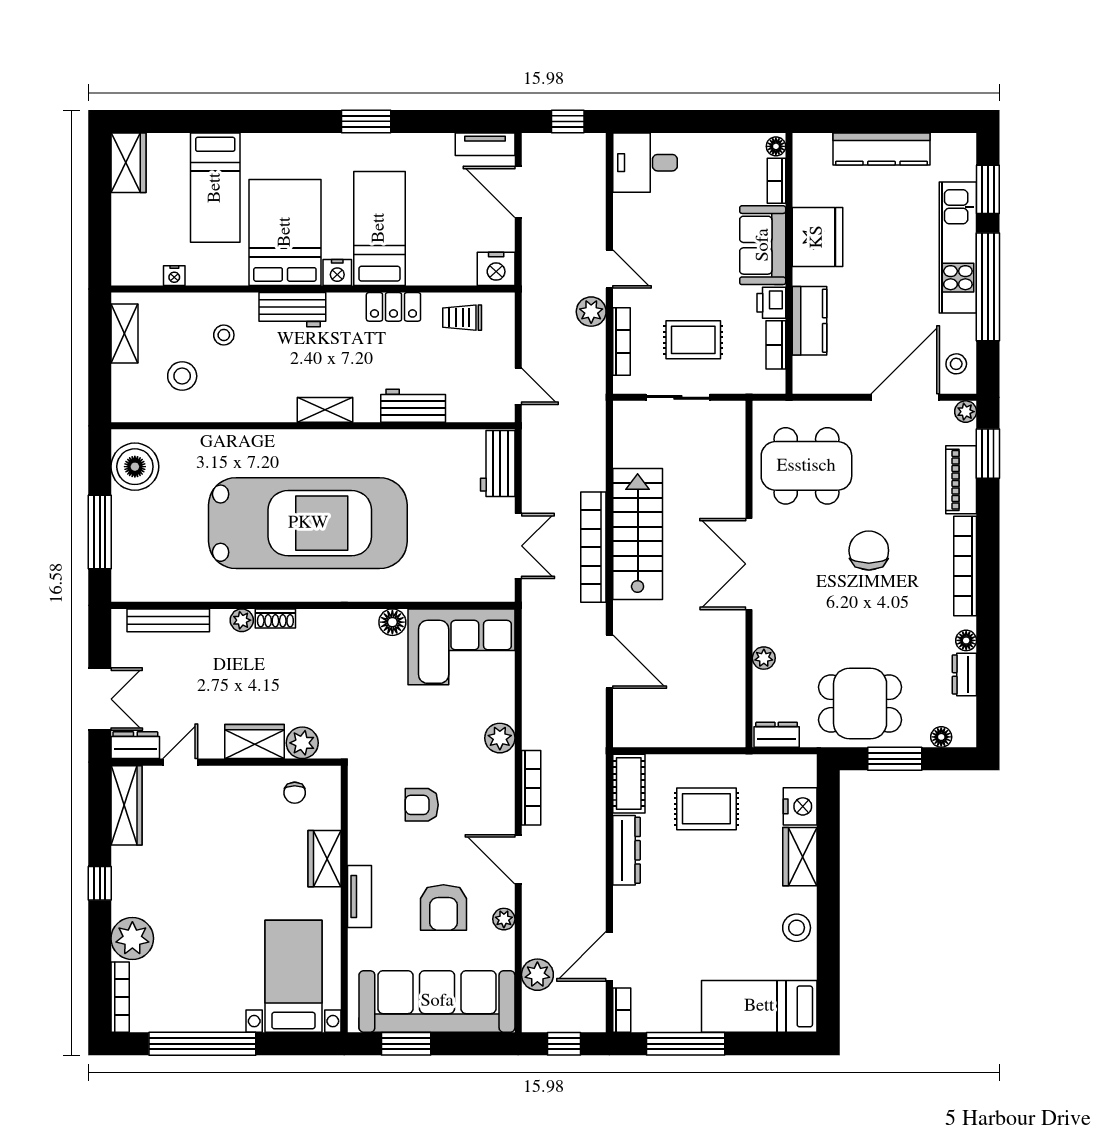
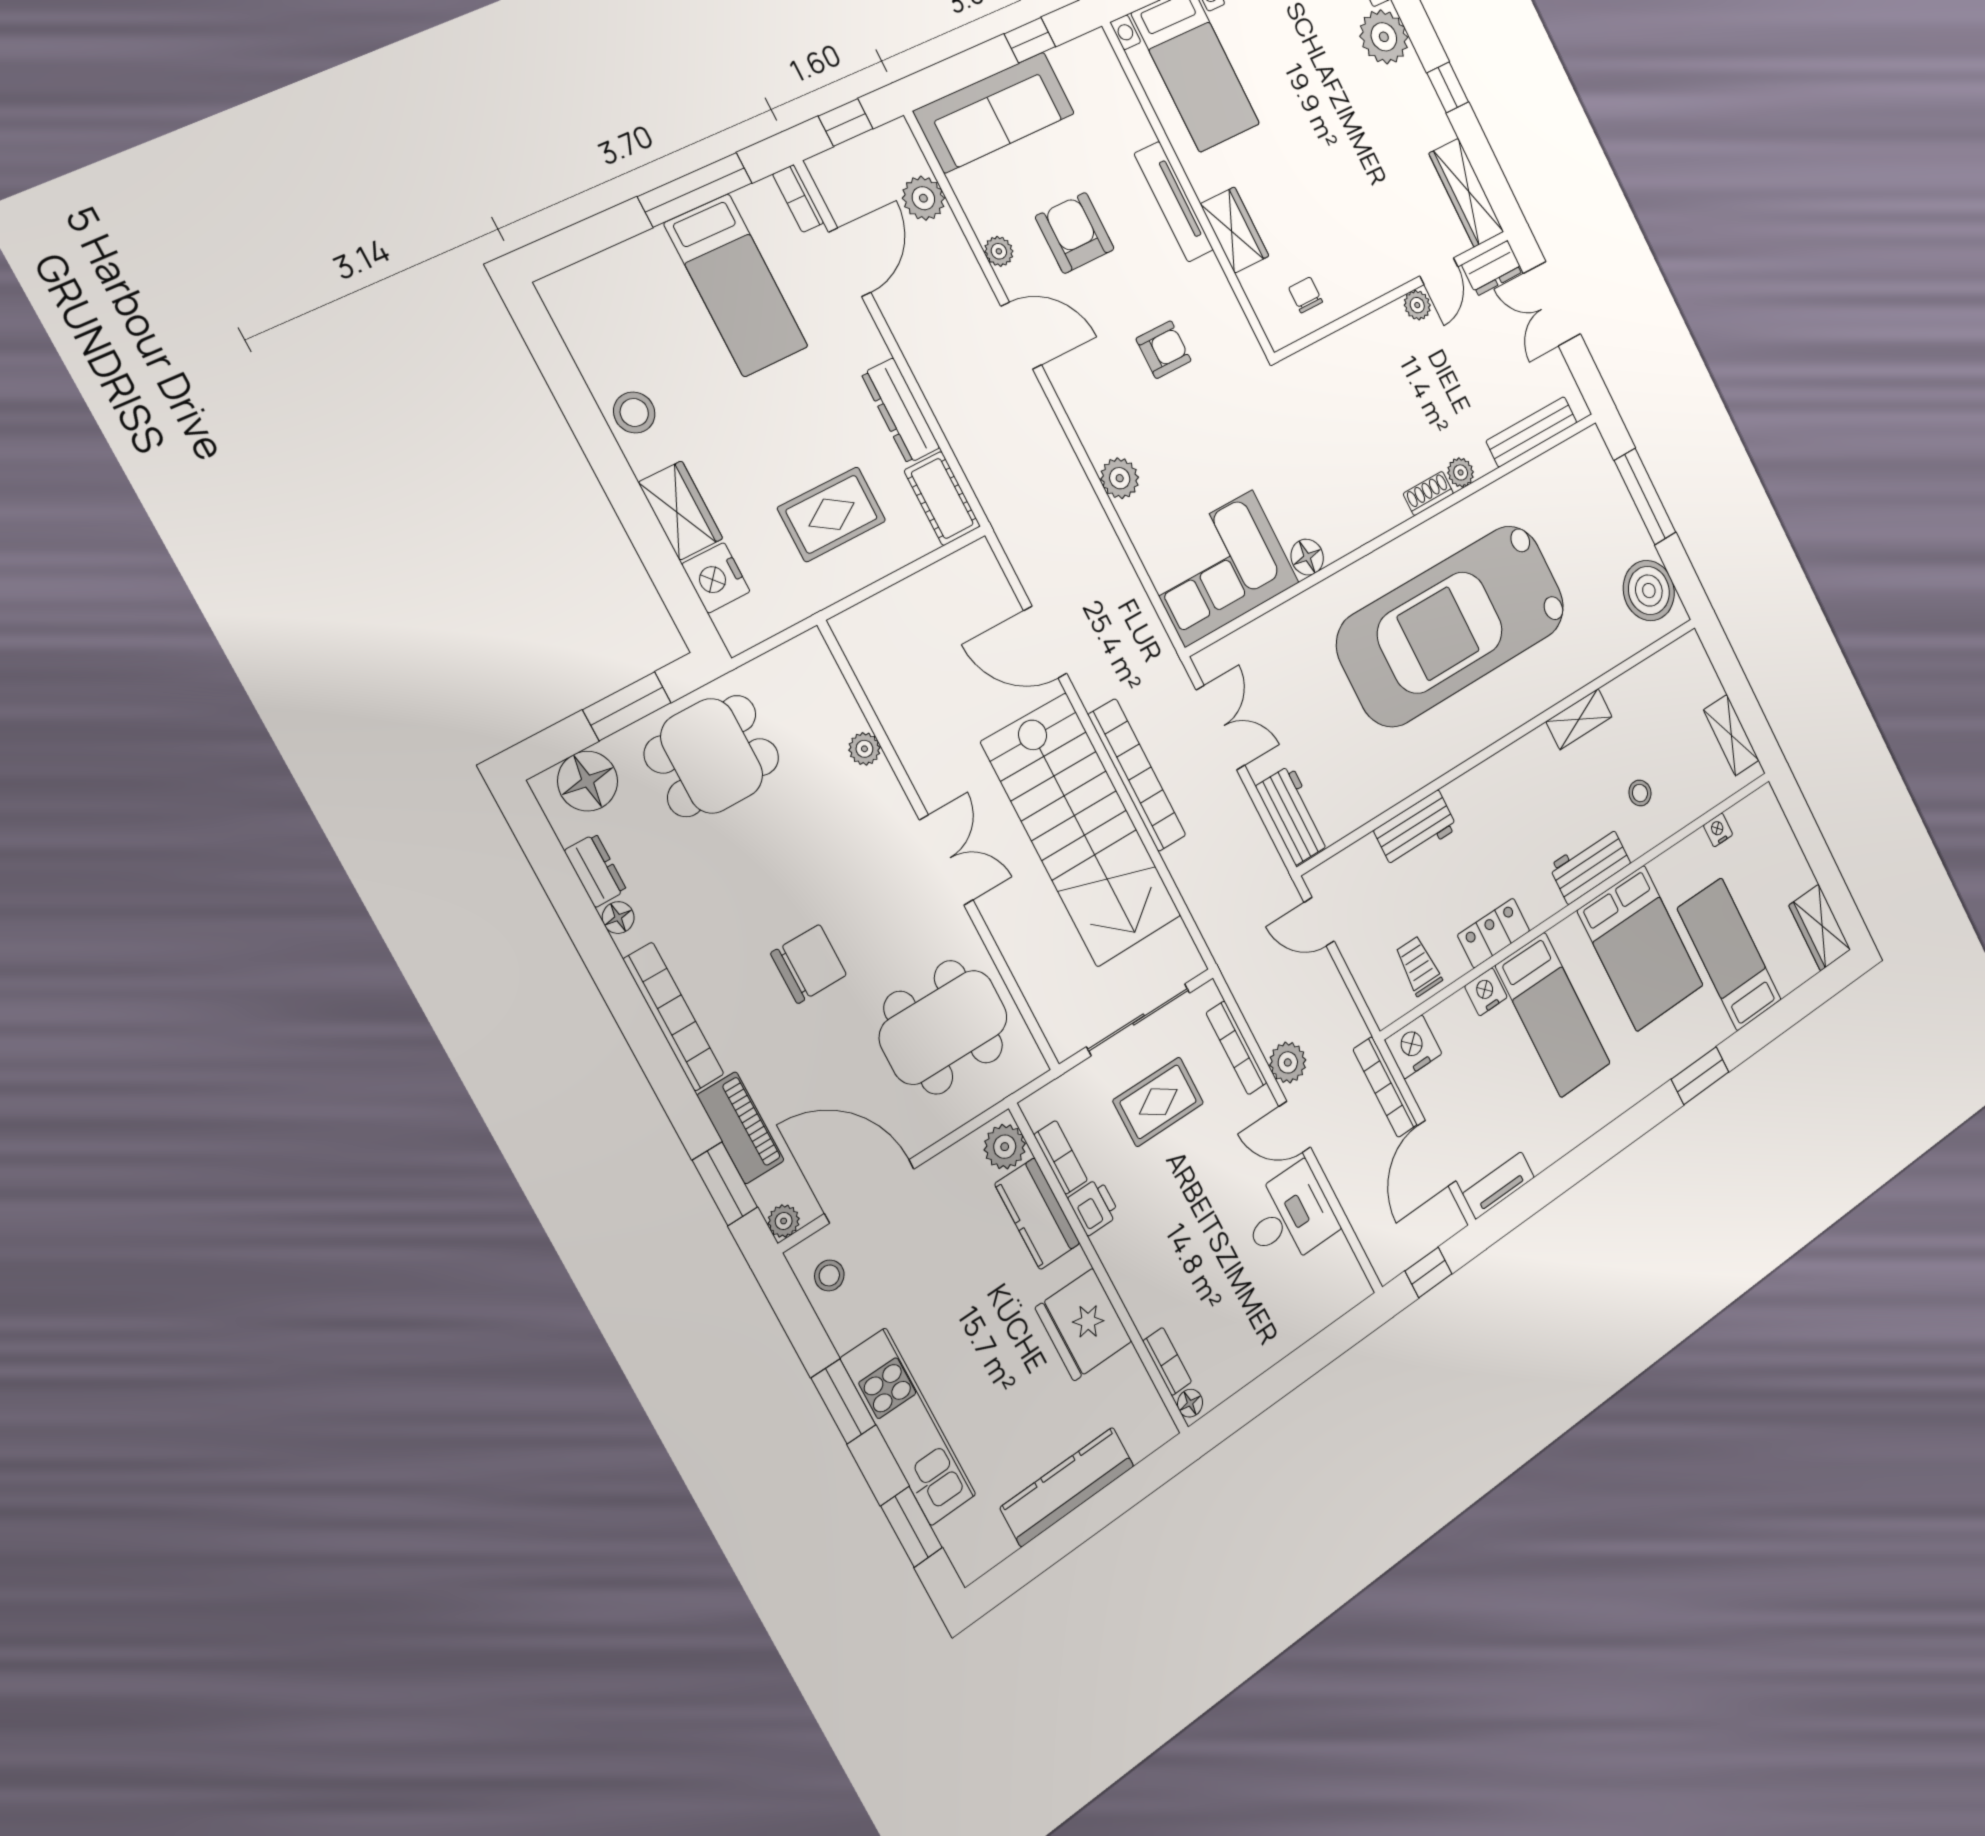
window: (366, 121) -> (1700, 1076), moved
desk: (645, 163) -> (1289, 1217), moved
door: (518, 192) -> (1437, 1153), swing flipped
sofa: (763, 245) -> (1141, 1271), removed
nightstand: (337, 273) -> (1486, 992), moved
window: (988, 287) -> (843, 1401), width x0.47
trolley: (462, 318) -> (1419, 966), turned -90
plant: (808, 373) -> (1005, 1147), added
stool: (182, 376) -> (1656, 721), removed
sliding door: (678, 397) -> (1138, 1020), width x1.37
door: (905, 397) -> (870, 1191), swing flipped
shelving: (325, 410) -> (1579, 719), moved
stairs: (638, 534) -> (1082, 830), width x1.36, depth x1.51
double door: (518, 546) -> (1220, 728), swing flipped
chair: (869, 551) -> (809, 964), turned -90
double door: (749, 564) -> (946, 860), width x0.73
dresser: (777, 735) -> (796, 657), removed
floor lamp: (941, 737) -> (588, 781), width x1.89, depth x1.89
wardrobe: (254, 742) -> (1377, 335), removed
plant: (302, 743) -> (1417, 305), moved, width x0.73, depth x0.73
bookcase: (531, 788) -> (1385, 1087), moved
tv unit: (360, 896) -> (1174, 202), width x1.41
sofa: (437, 1001) -> (994, 112), width x0.74, depth x0.79
bed: (759, 1006) -> (736, 285), moved, turned 90
window: (406, 1044) -> (1030, 40), width x0.67

